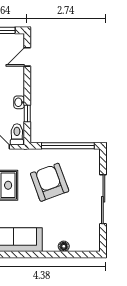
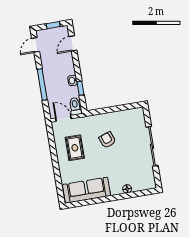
window: (68, 146) -> (117, 108), removed
armchair: (50, 182) -> (107, 140), width x0.53, depth x0.53

